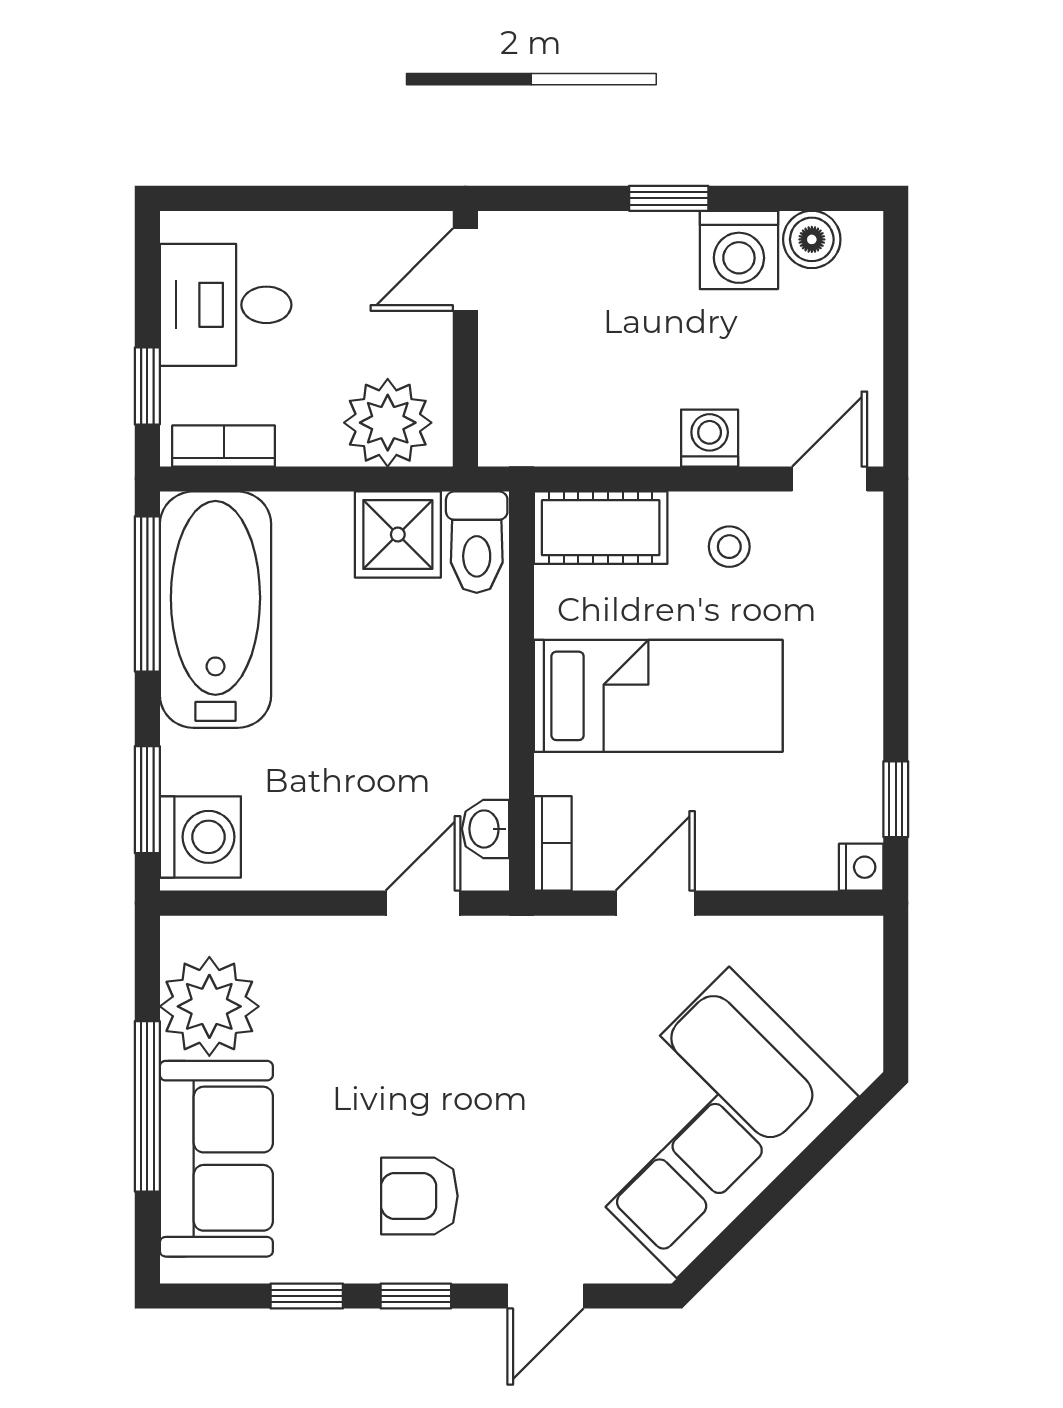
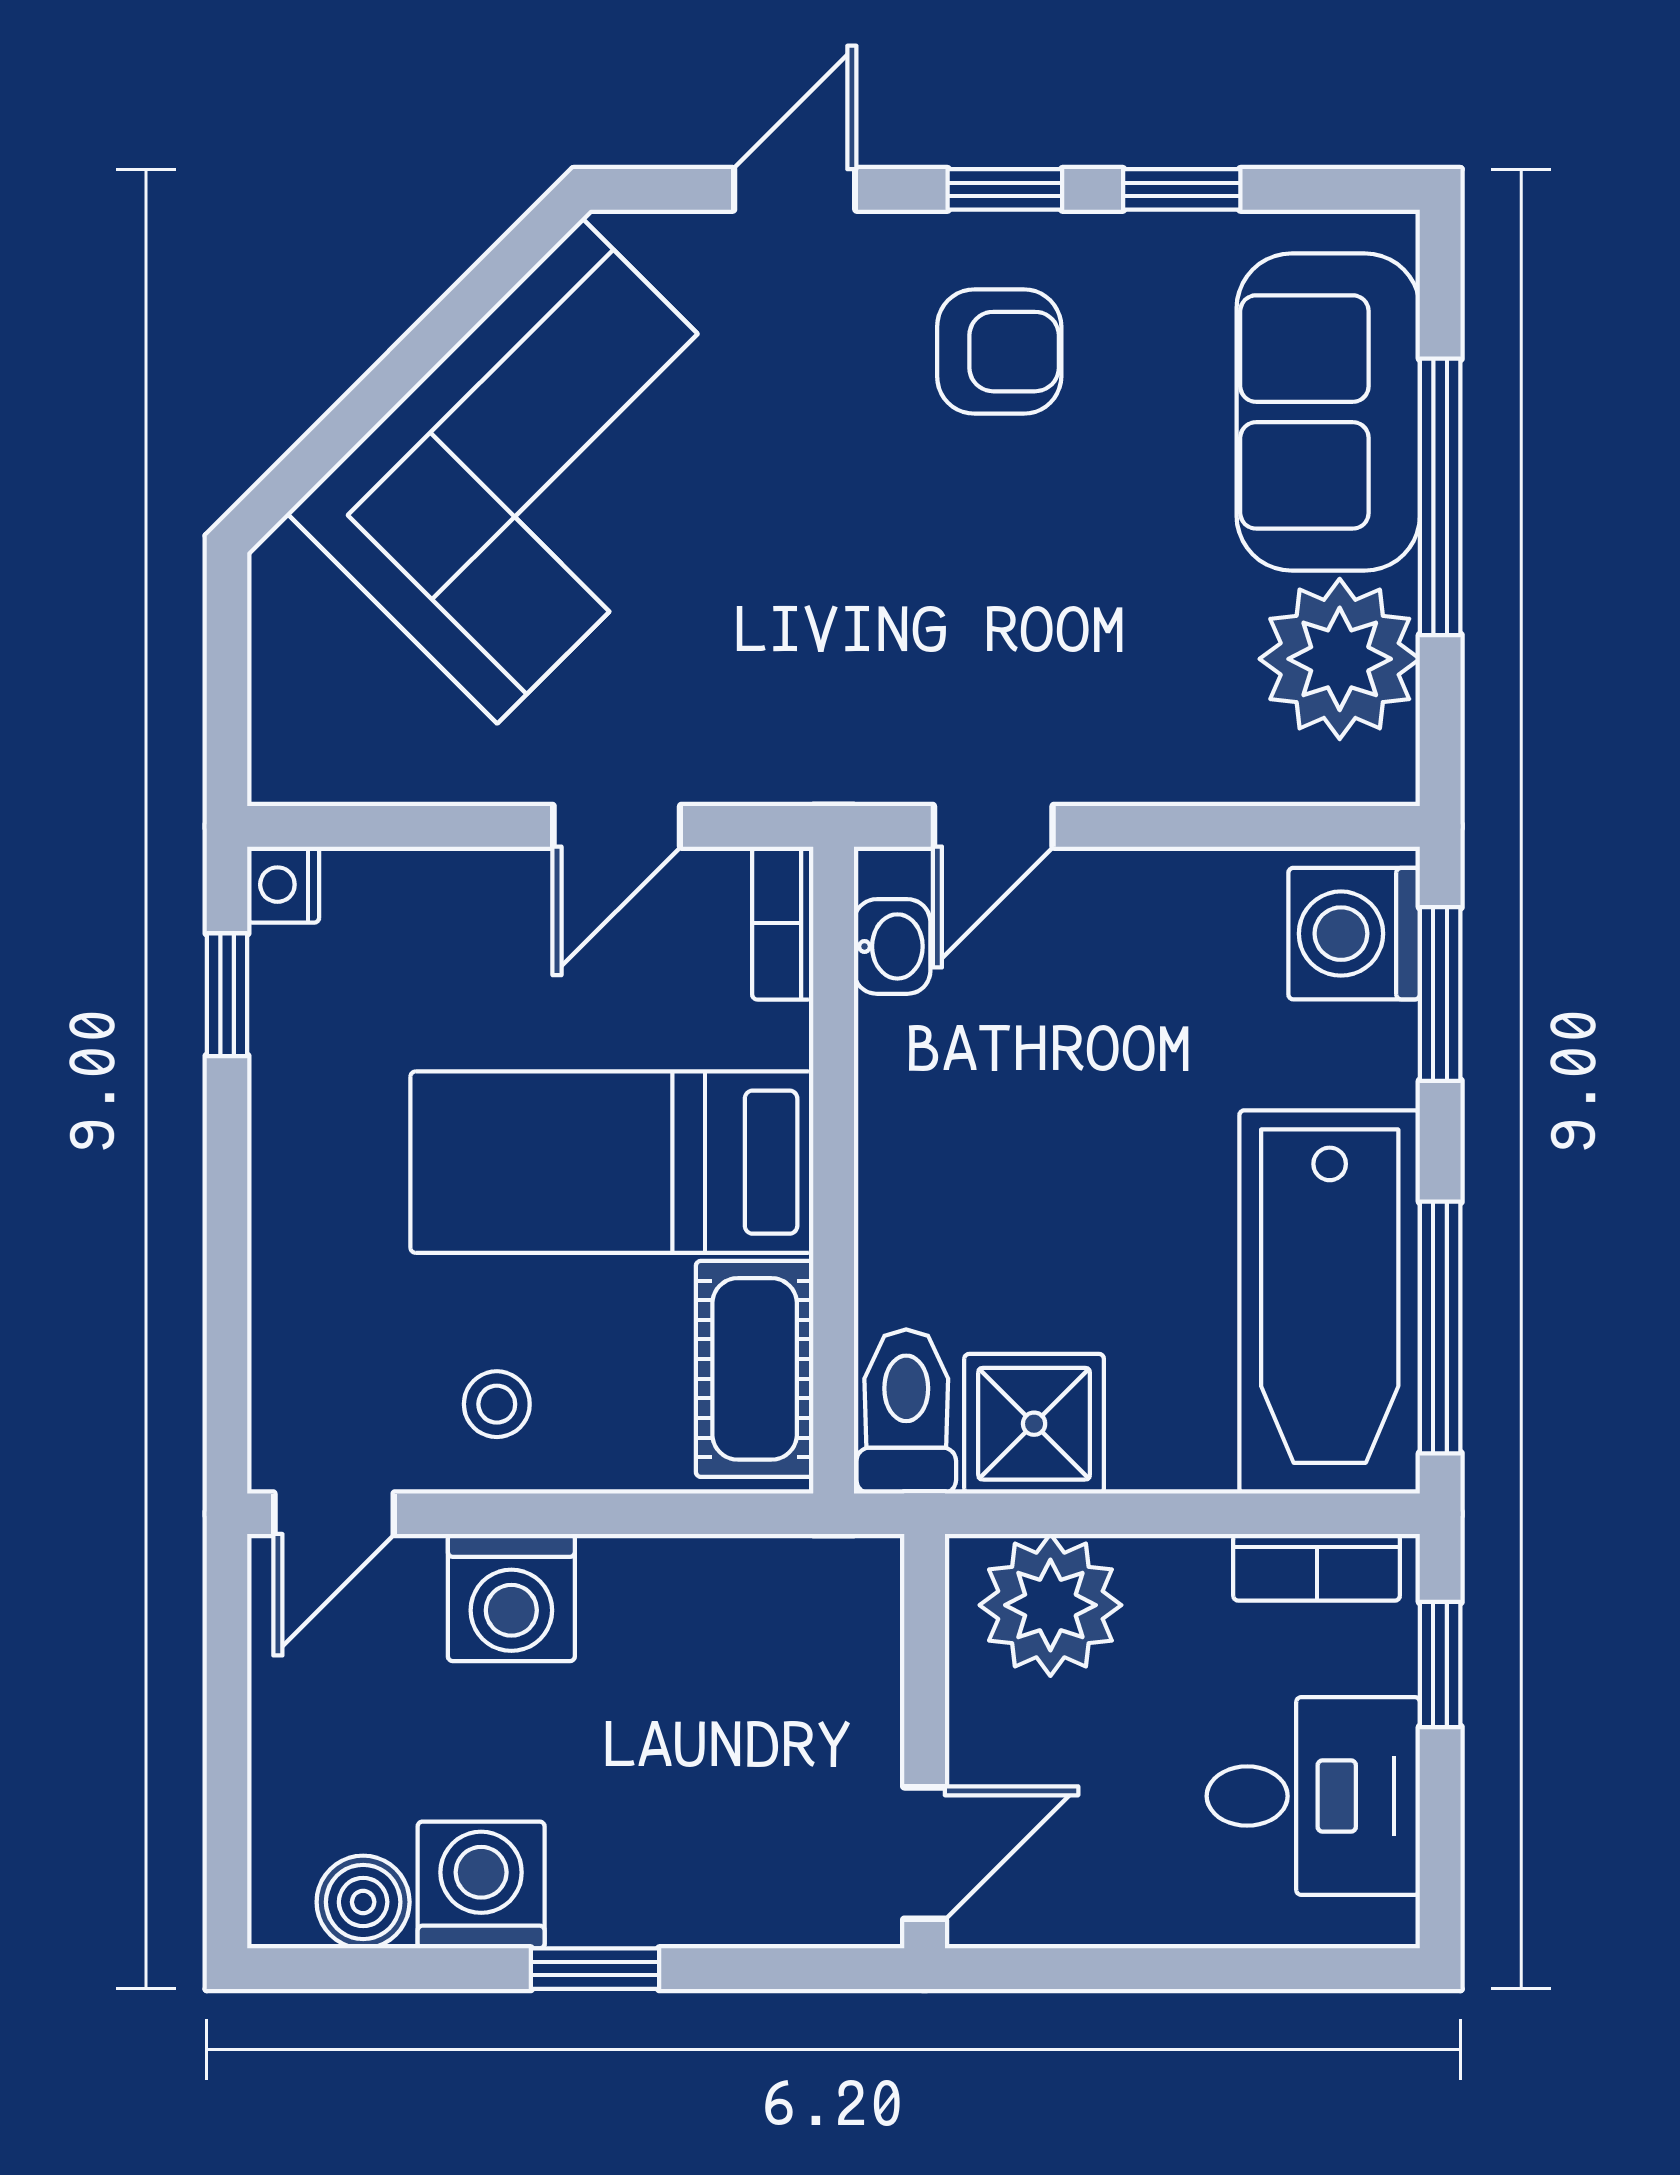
washing machine: (710, 438) -> (511, 1598), width x1.38, depth x1.38
cot: (601, 528) -> (755, 1369), moved, turned 90

